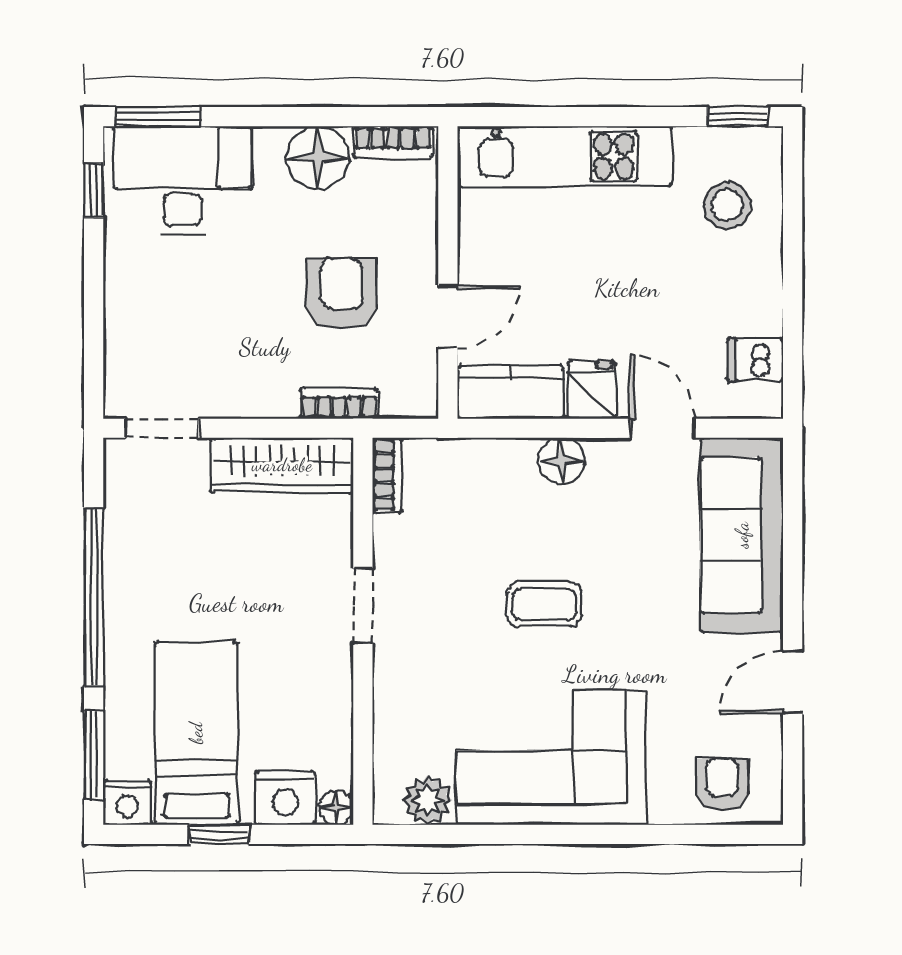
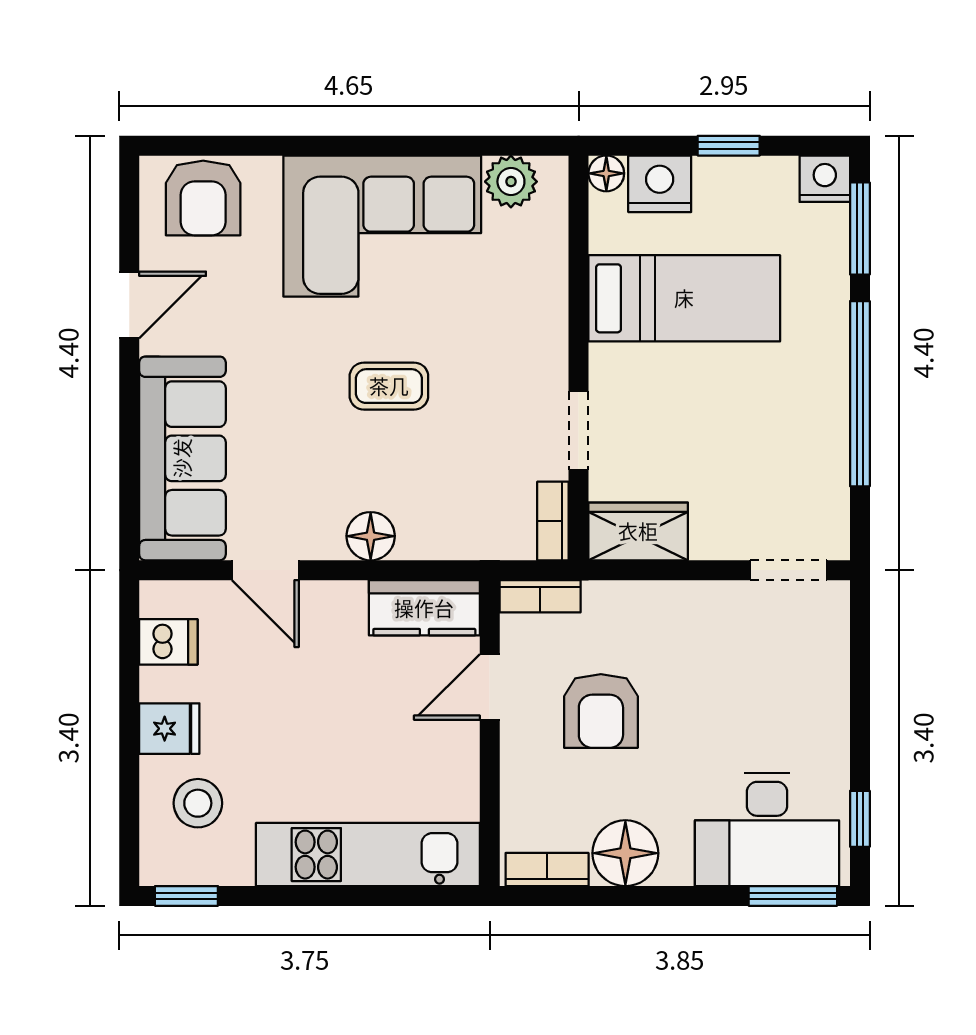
fridge: (591, 390) -> (169, 729), moved, turned -90
bookcase: (339, 403) -> (540, 596), moved
wardrobe: (282, 465) -> (638, 531), width x0.67
doorway: (363, 606) -> (579, 431), moved
bed: (196, 733) -> (684, 298), moved, turned -90
armchair: (722, 784) -> (203, 198), width x1.38, depth x1.38

